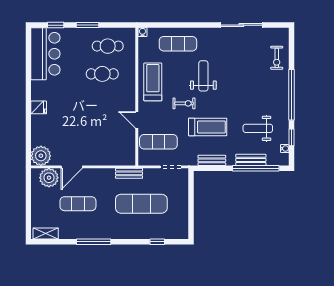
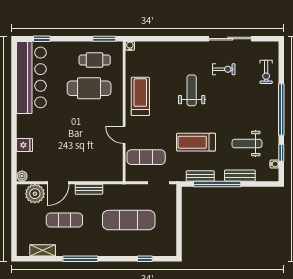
window: (88, 25) -> (104, 39), moved
exercise mat: (178, 44) -> (166, 58), removed
bar counter: (45, 54) -> (31, 77), width x1.36
cafe table: (102, 74) -> (89, 88), width x1.37, depth x1.35
exercise bike: (184, 103) -> (224, 69), moved
fridge: (39, 107) -> (25, 145), moved
treadmill: (208, 127) -> (196, 142), turned 180
plant: (41, 156) -> (22, 176), width x0.53, depth x0.53
window: (256, 168) -> (217, 184), moved
bench: (129, 173) -> (89, 189), moved
shelving: (46, 234) -> (43, 250), moved

